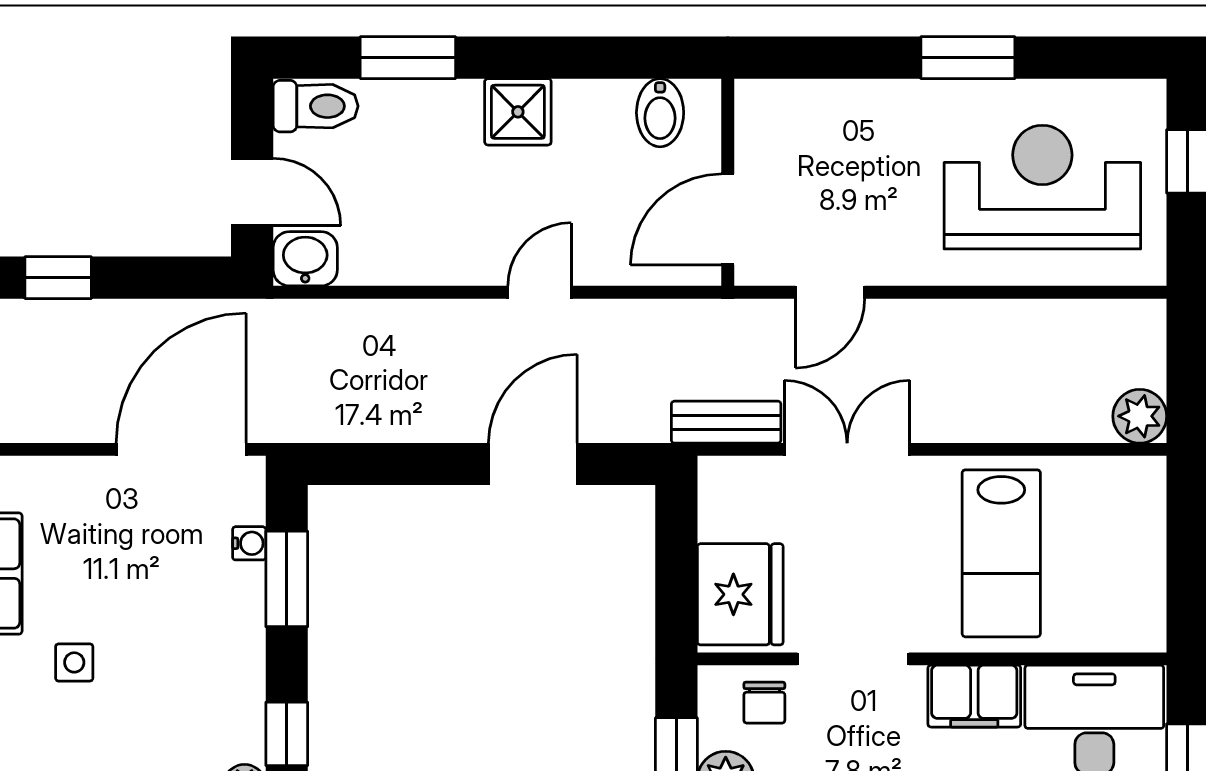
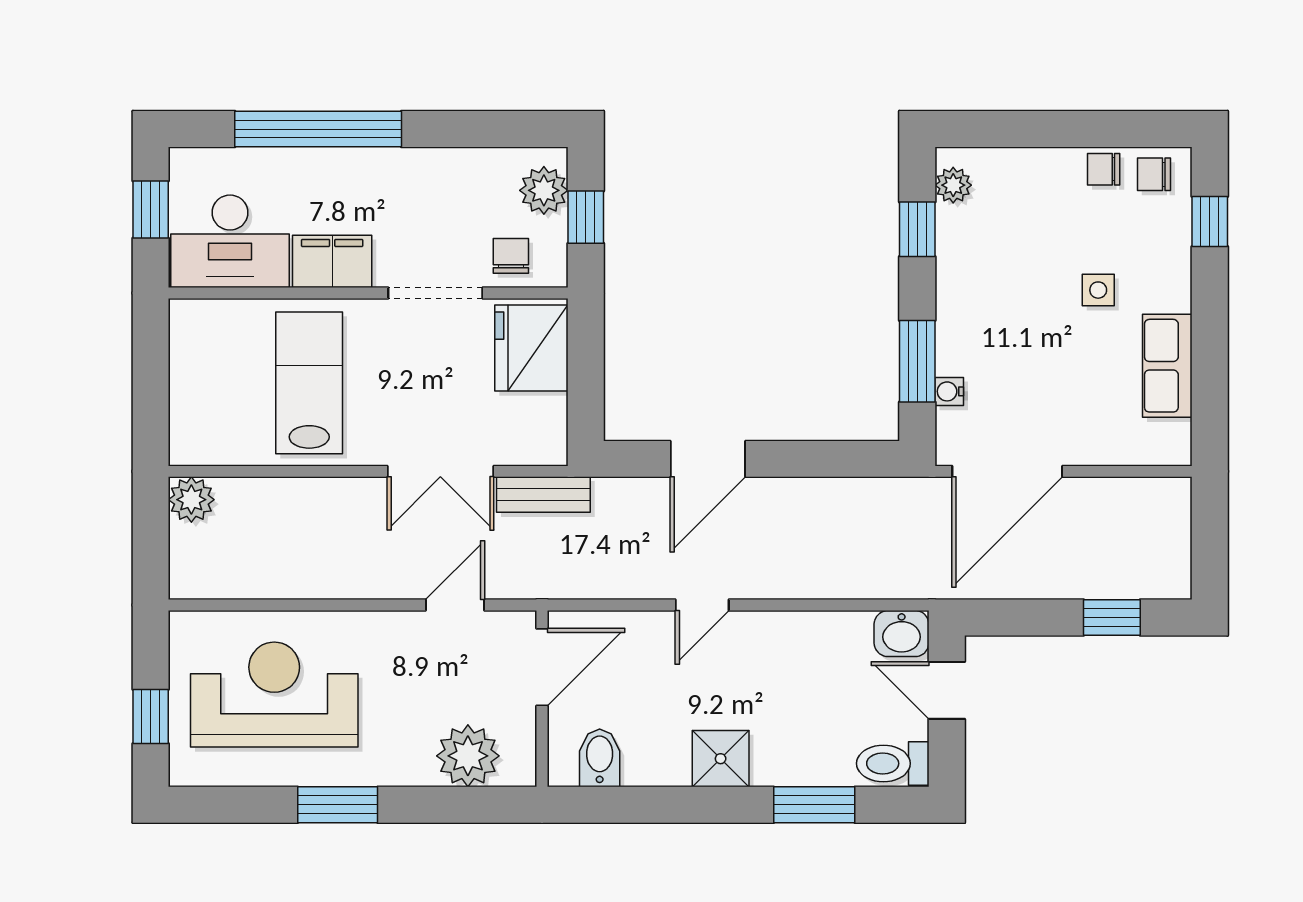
plant: (815, 115) -> (468, 756), added
reception desk: (1042, 187) -> (274, 695), turned 180

